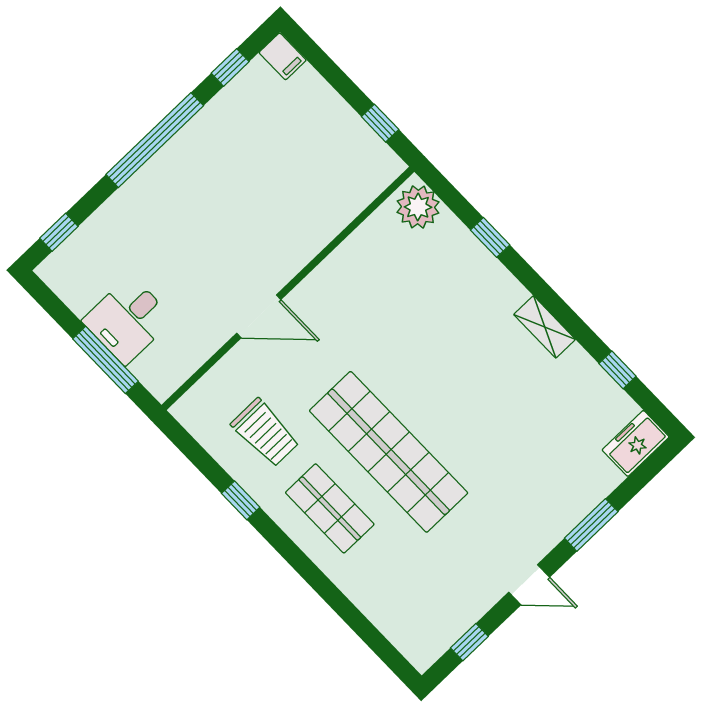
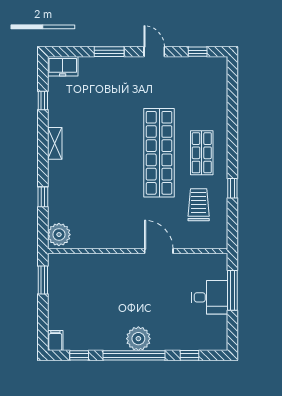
window: (380, 123) -> (43, 280), width x1.50
plant: (171, 169) -> (138, 339), added
window: (59, 232) -> (190, 355), moved

